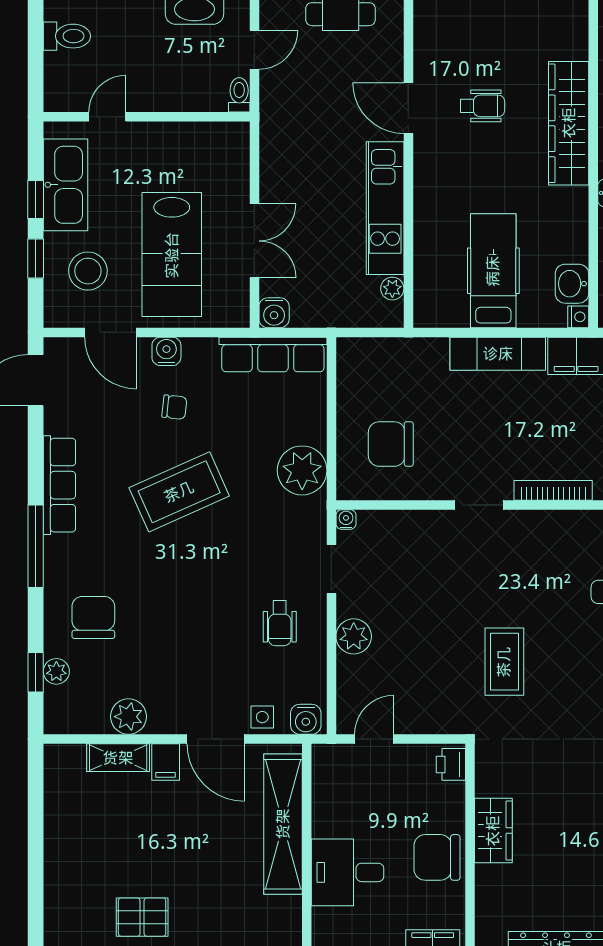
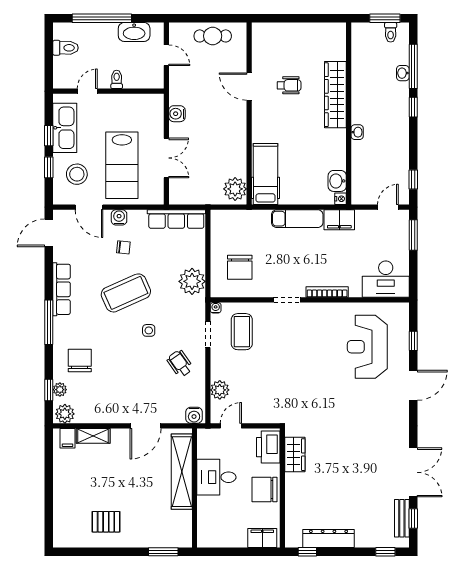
door: (254, 50) -> (166, 55), hinge flipped
toilet: (239, 95) -> (117, 79), moved
kitchen unit: (385, 208) -> (237, 140), removed
hospital bed: (493, 271) -> (266, 174), moved
plant: (392, 289) -> (235, 189), width x1.87, depth x1.87
water cooler: (274, 313) -> (177, 114), moved, turned 90
chair: (391, 444) -> (240, 267), turned -90
wheelchair: (280, 623) -> (180, 364), turned 145
plant: (354, 636) -> (220, 390), moved
coffee table: (504, 662) -> (242, 332), moved
plant: (128, 717) -> (65, 414), moved
side table: (262, 717) -> (149, 330), moved
door: (216, 739) -> (145, 426), hinge flipped
filing cabinet: (166, 762) -> (68, 438), moved
printer: (451, 764) -> (268, 447), width x1.87, depth x1.48
wardrobe: (493, 831) -> (295, 455), moved
desk: (347, 872) -> (216, 477), moved

